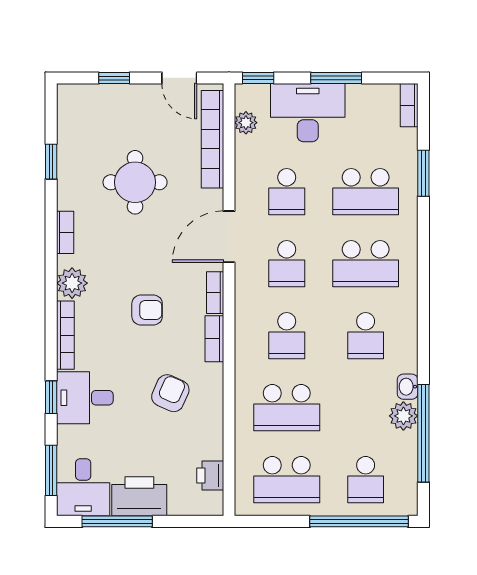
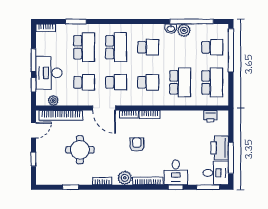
window: (258, 78) -> (33, 85), moved
armchair: (170, 393) -> (174, 134), removed

